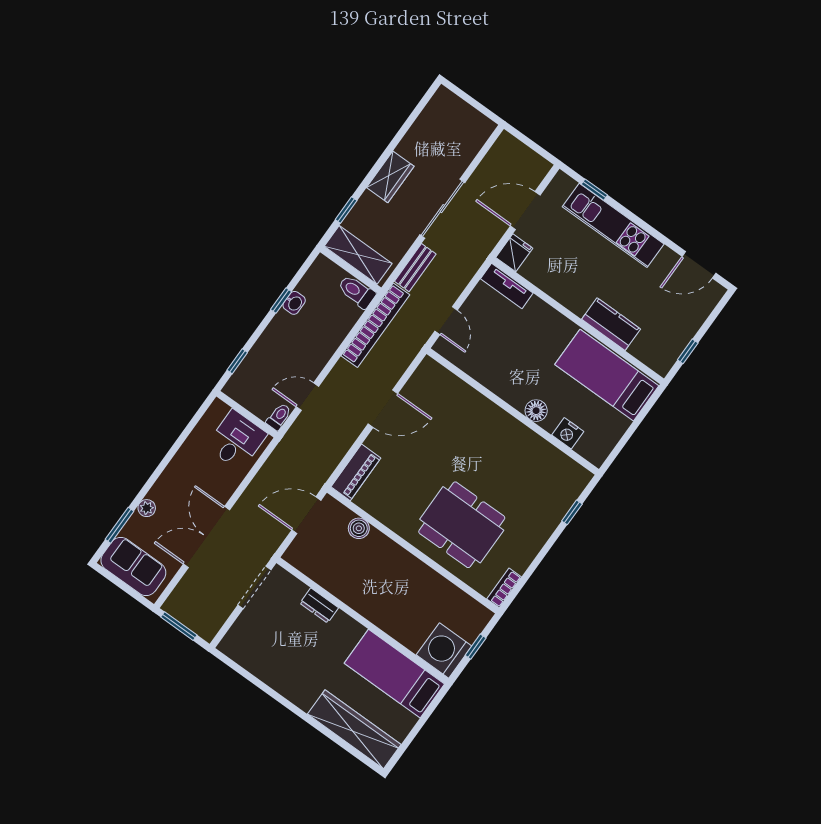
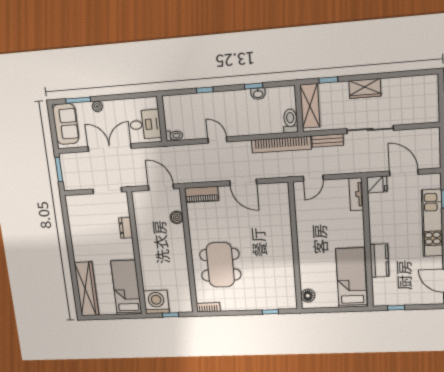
floor lamp: (536, 411) -> (308, 296), moved
wall: (247, 414) -> (162, 119), moved
toilet: (279, 417) -> (174, 136), moved
nightstand: (568, 433) -> (307, 281), removed
desk: (236, 440) -> (145, 124), moved

